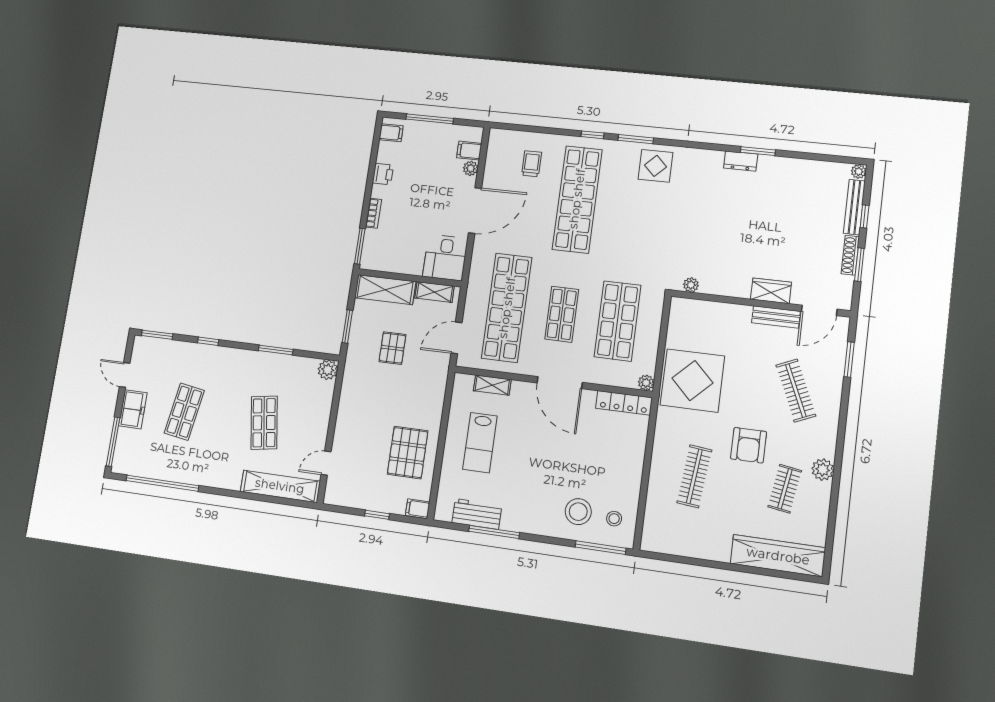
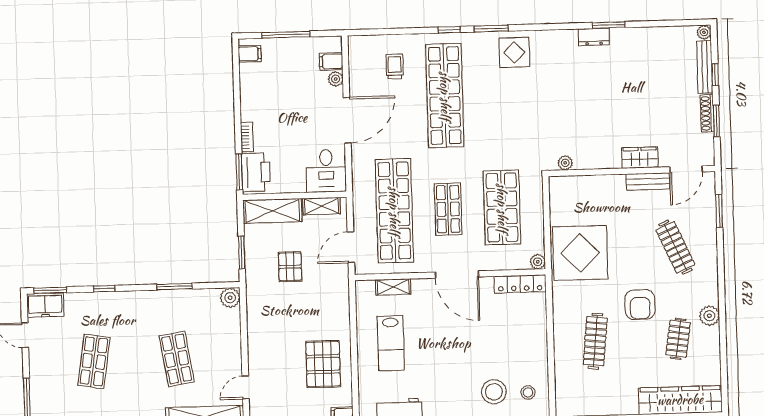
printer: (383, 174) -> (256, 172), moved, width x1.87, depth x1.48
freezer: (133, 409) -> (45, 305), moved, turned 90

